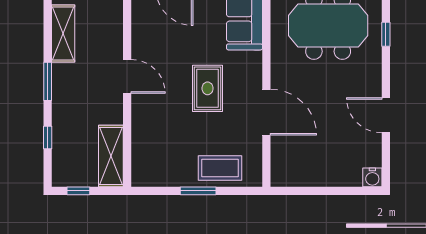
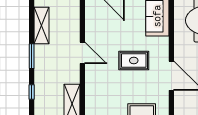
rug: (208, 88) -> (134, 60), turned 90

